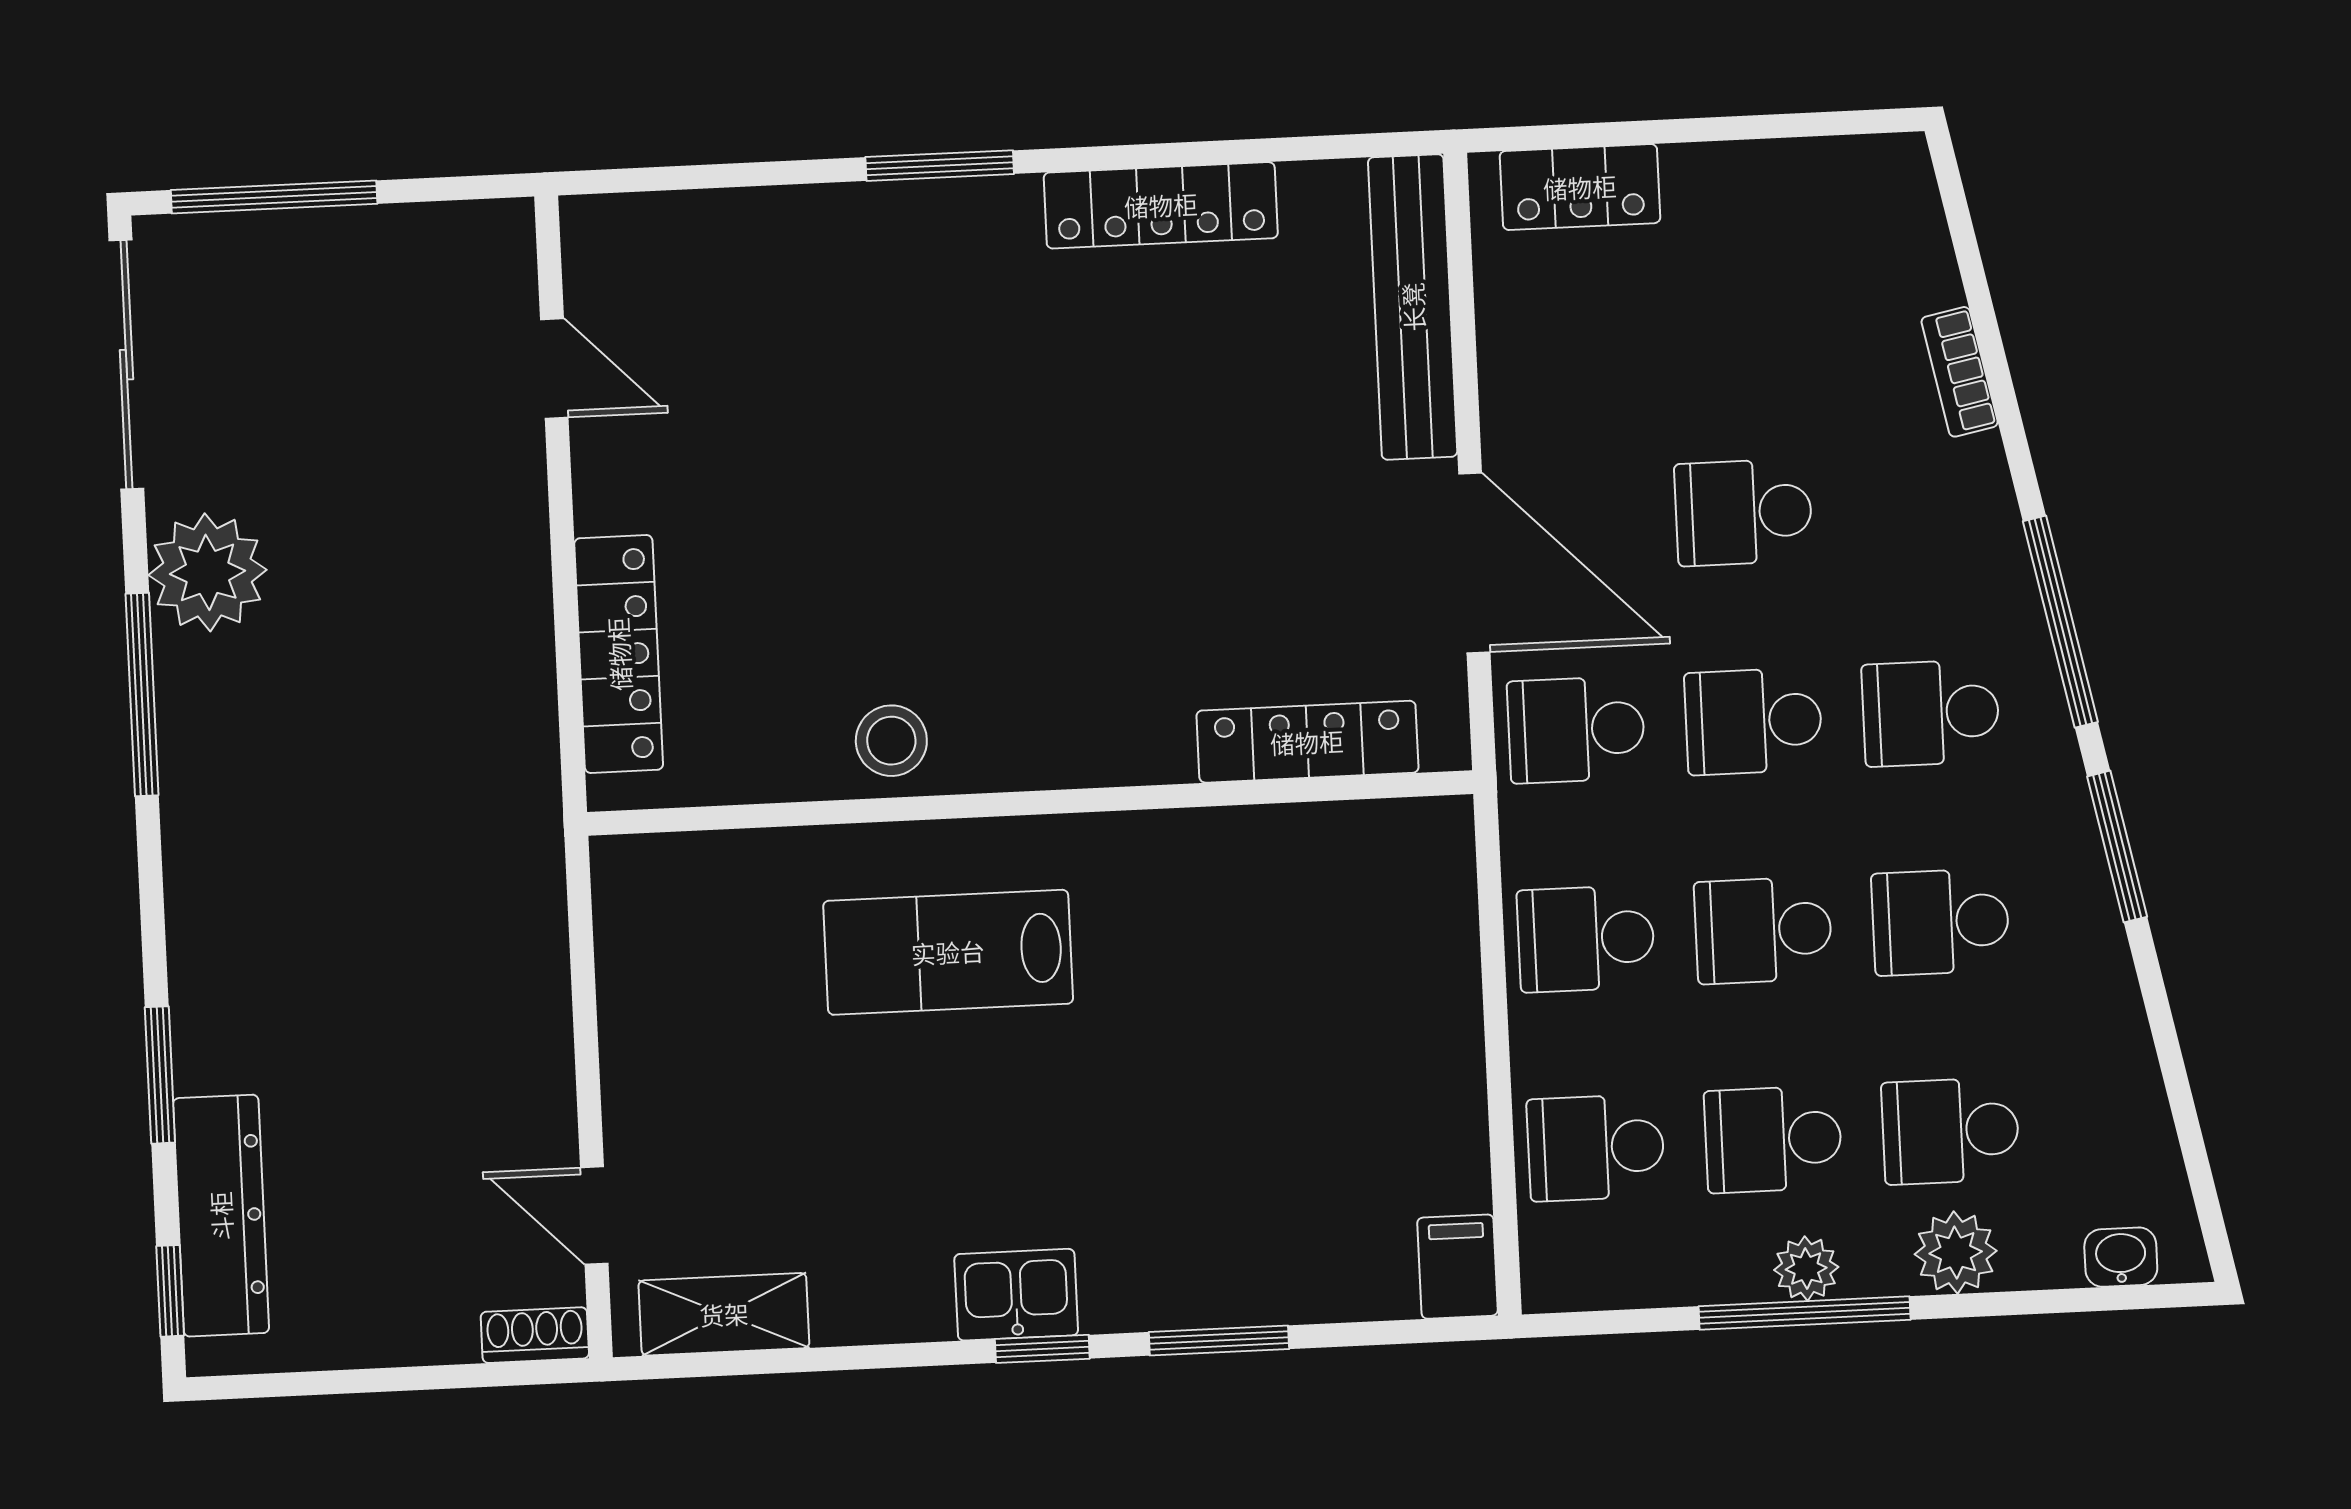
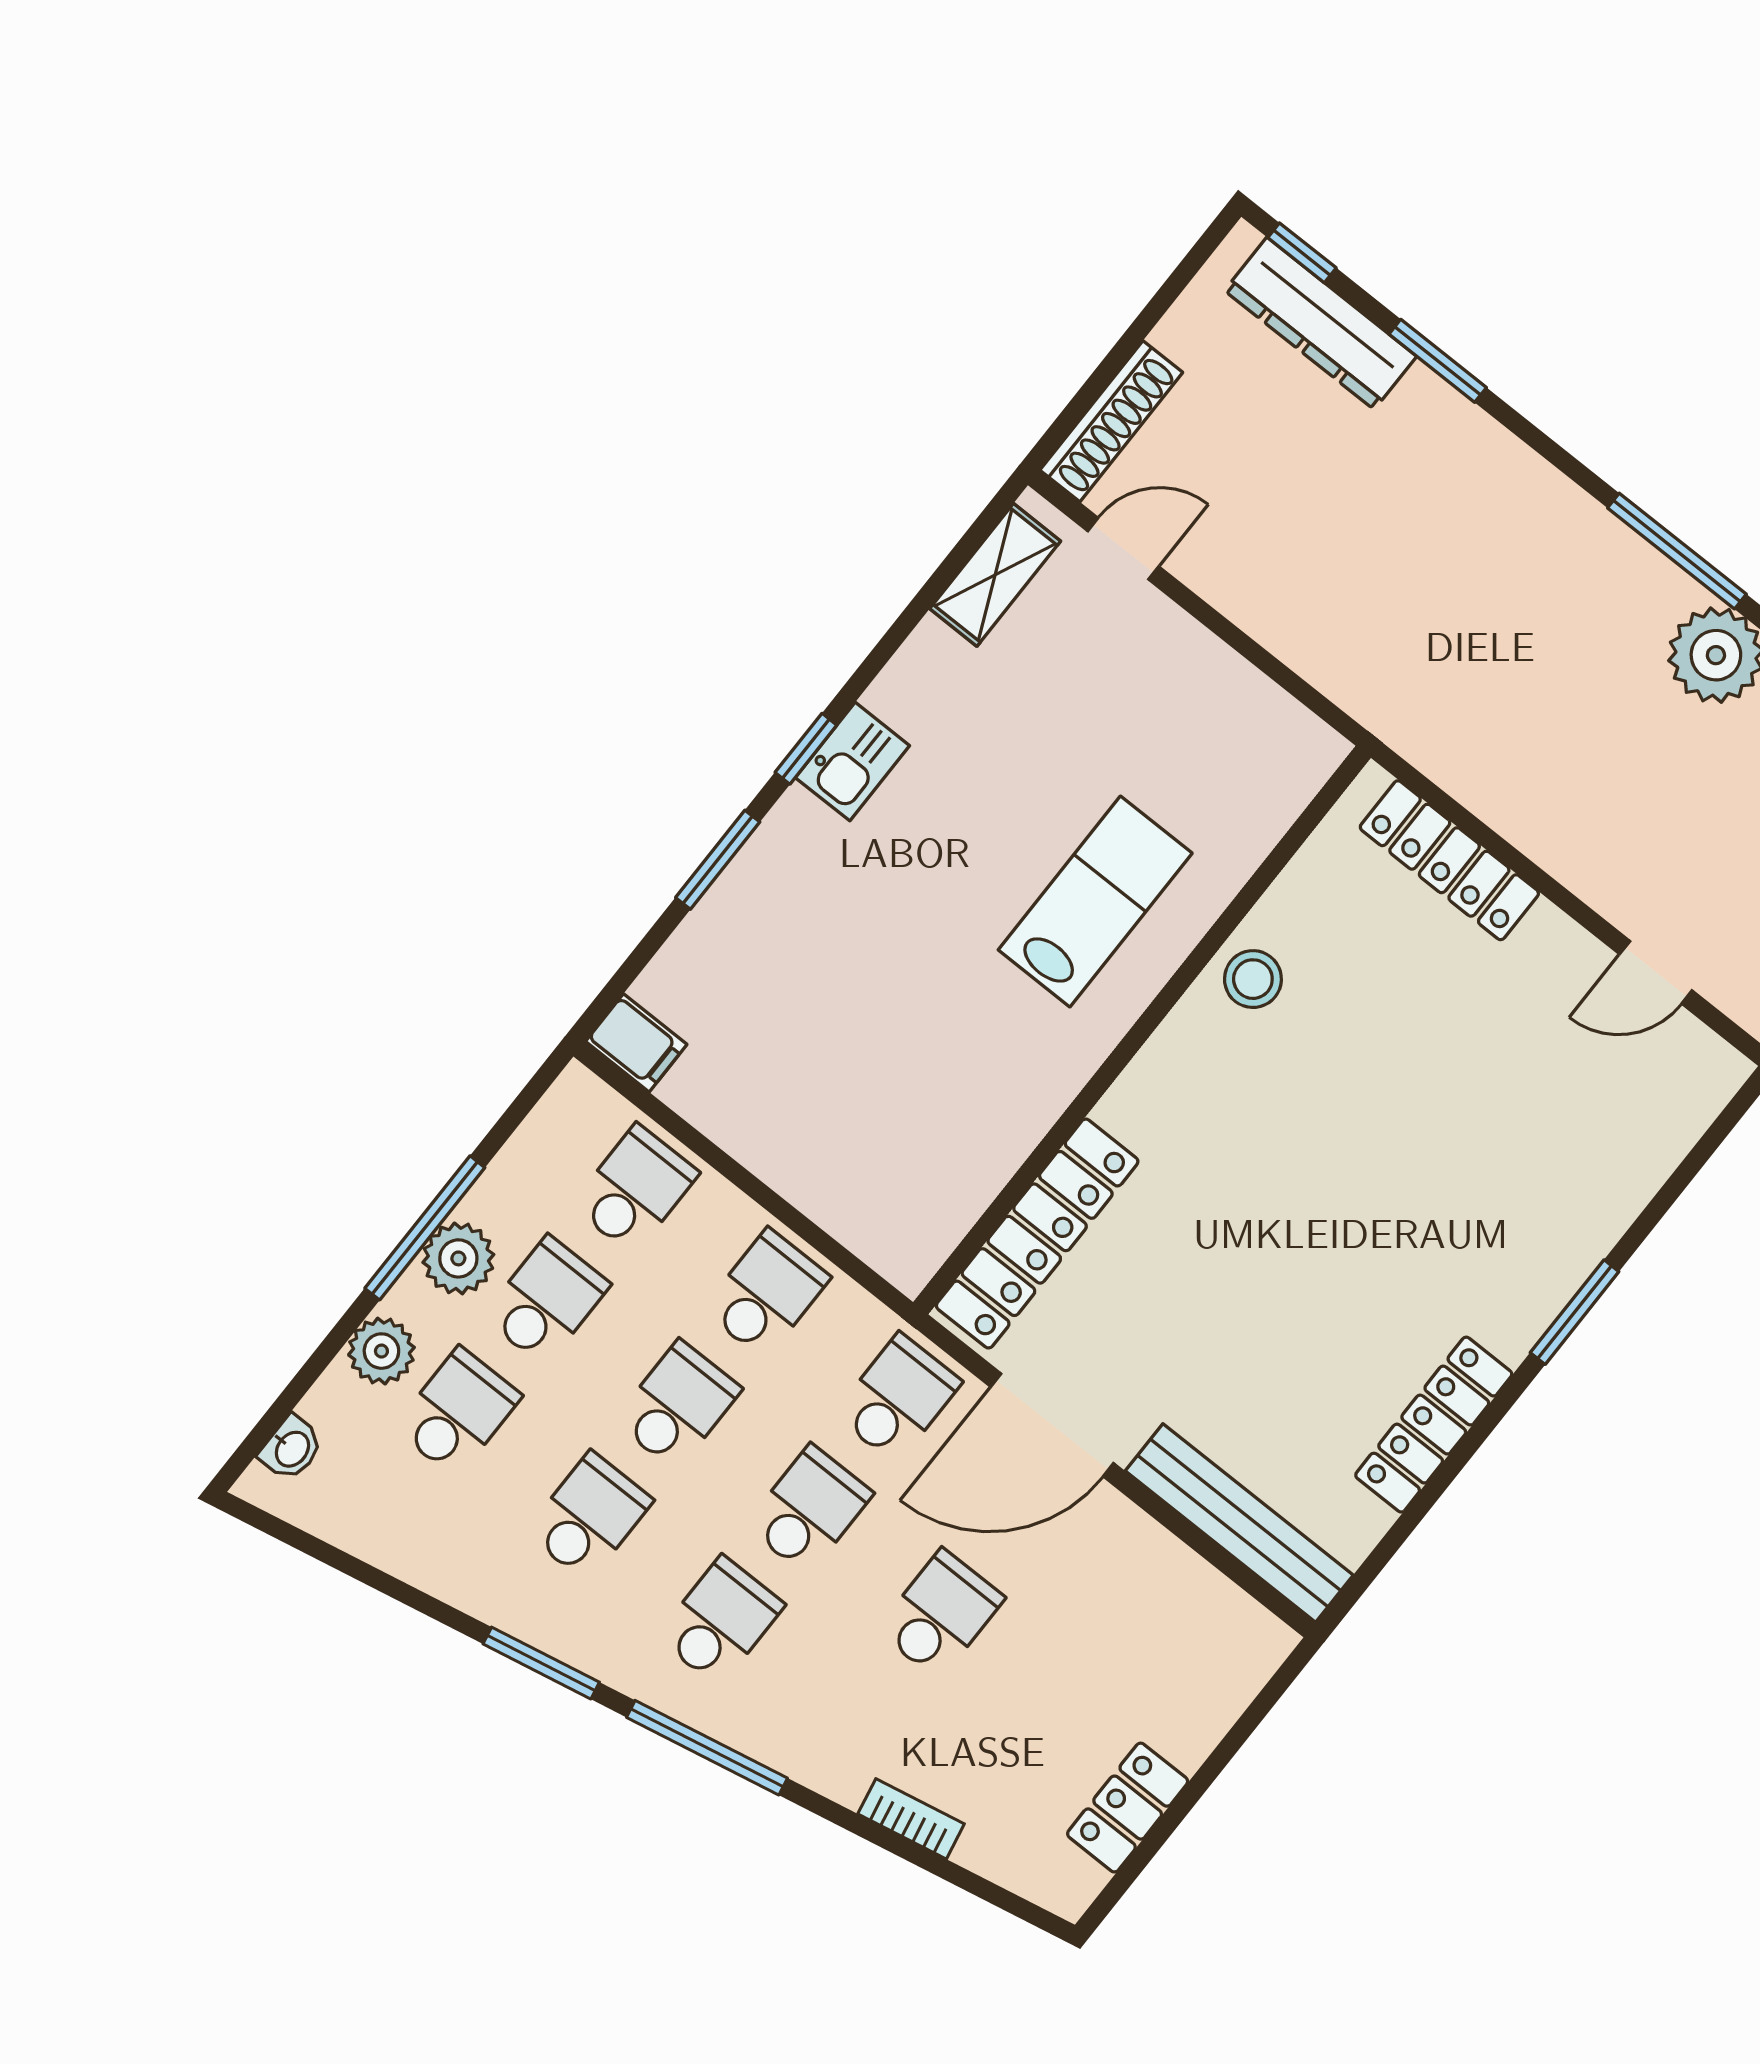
locker: (1580, 187) -> (1128, 1808), moved
locker: (1307, 742) -> (1037, 1234), width x1.41, depth x1.21
plant: (1806, 1269) -> (458, 1258), width x1.38, depth x1.38
shoe rack: (535, 1335) -> (1111, 421), width x1.94, depth x1.24

